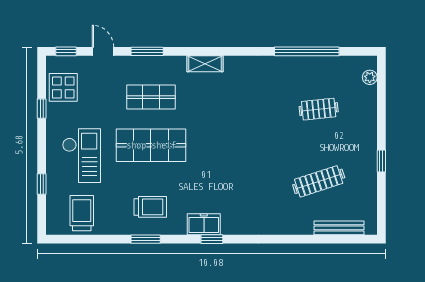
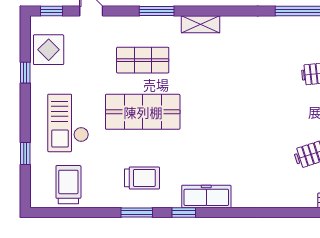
window: (147, 51) -> (157, 11), moved
checkout: (82, 156) -> (68, 123), turned 180
freezer: (204, 224) -> (206, 196), width x1.40
window: (212, 239) -> (184, 212), moved

